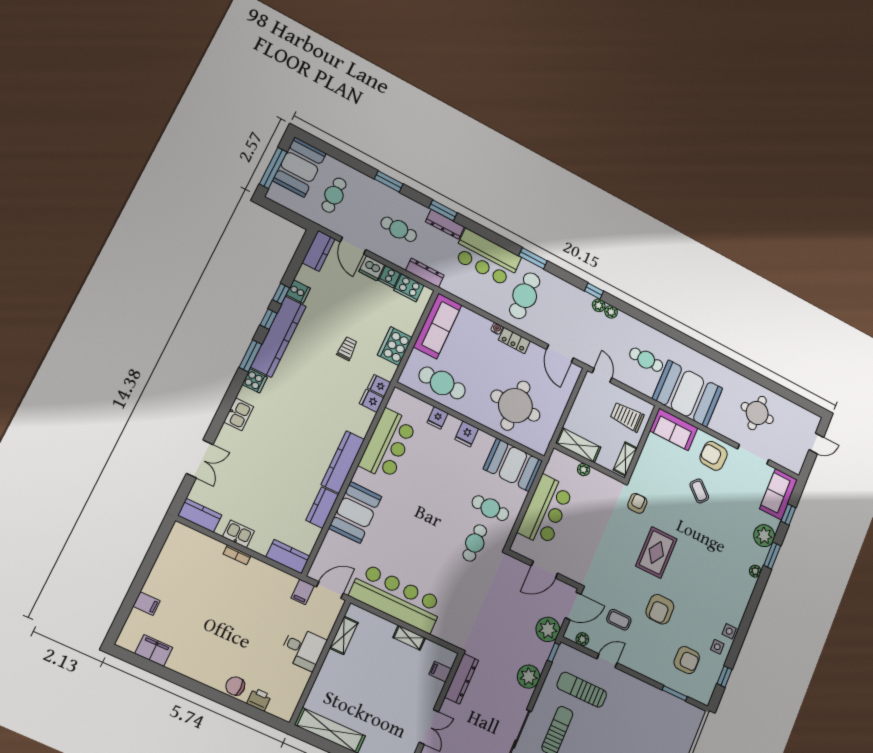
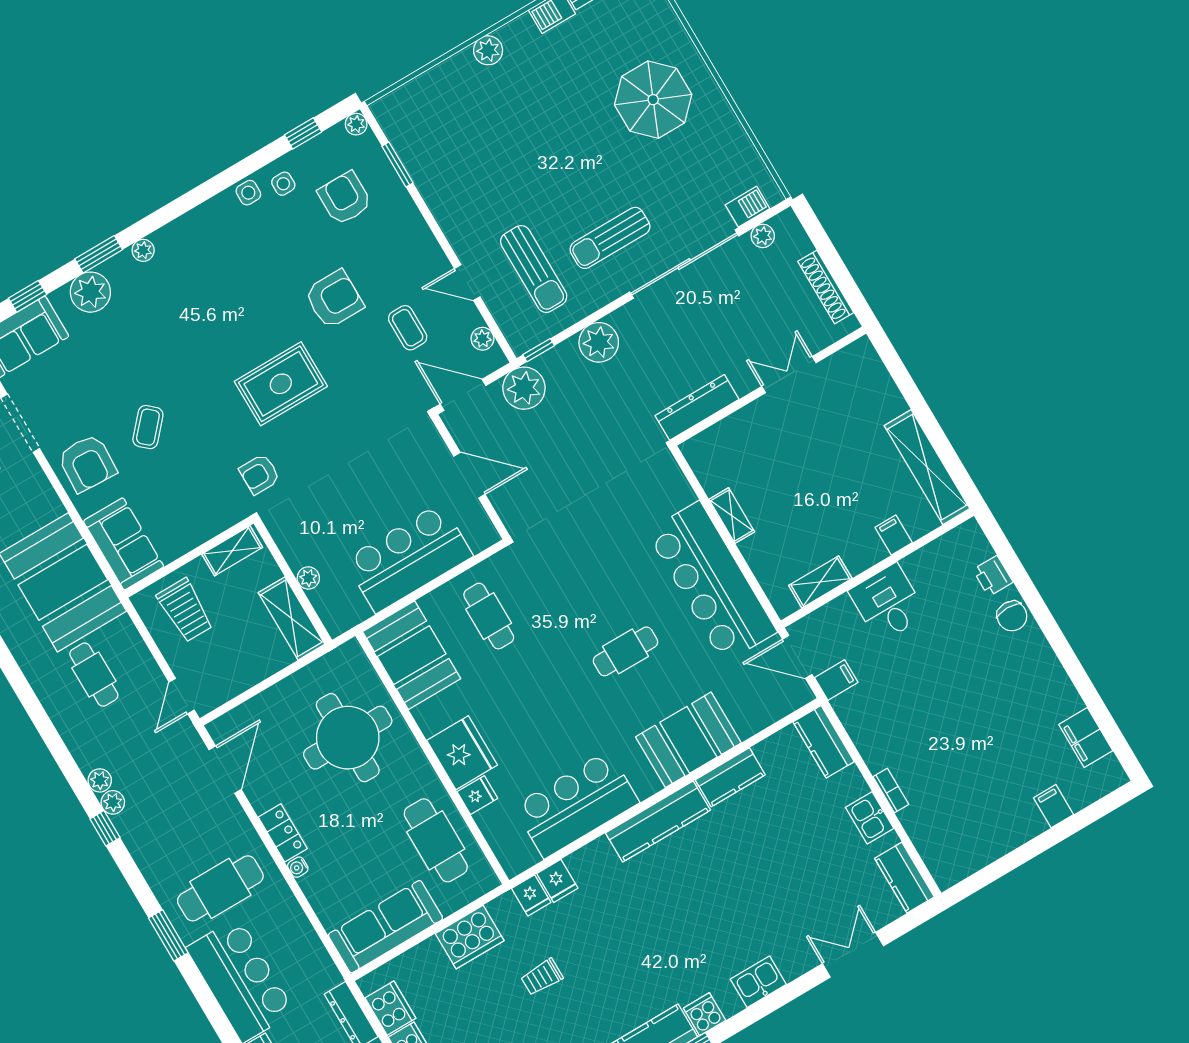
fridge: (467, 434) -> (462, 753), width x1.88, depth x1.34
cafe table: (475, 543) -> (625, 651), moved
filing cabinet: (440, 672) -> (894, 535), moved, turned 180
plant: (705, 698) -> (356, 124), added

